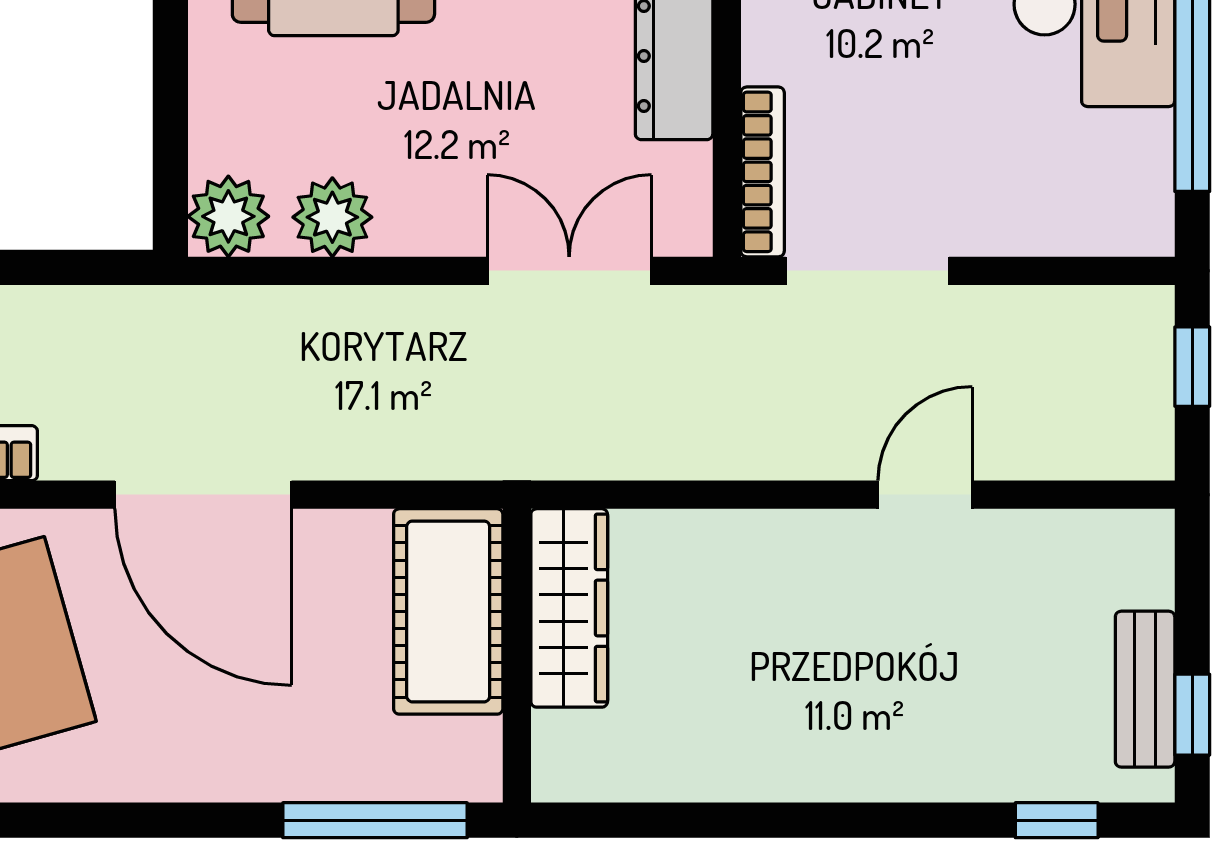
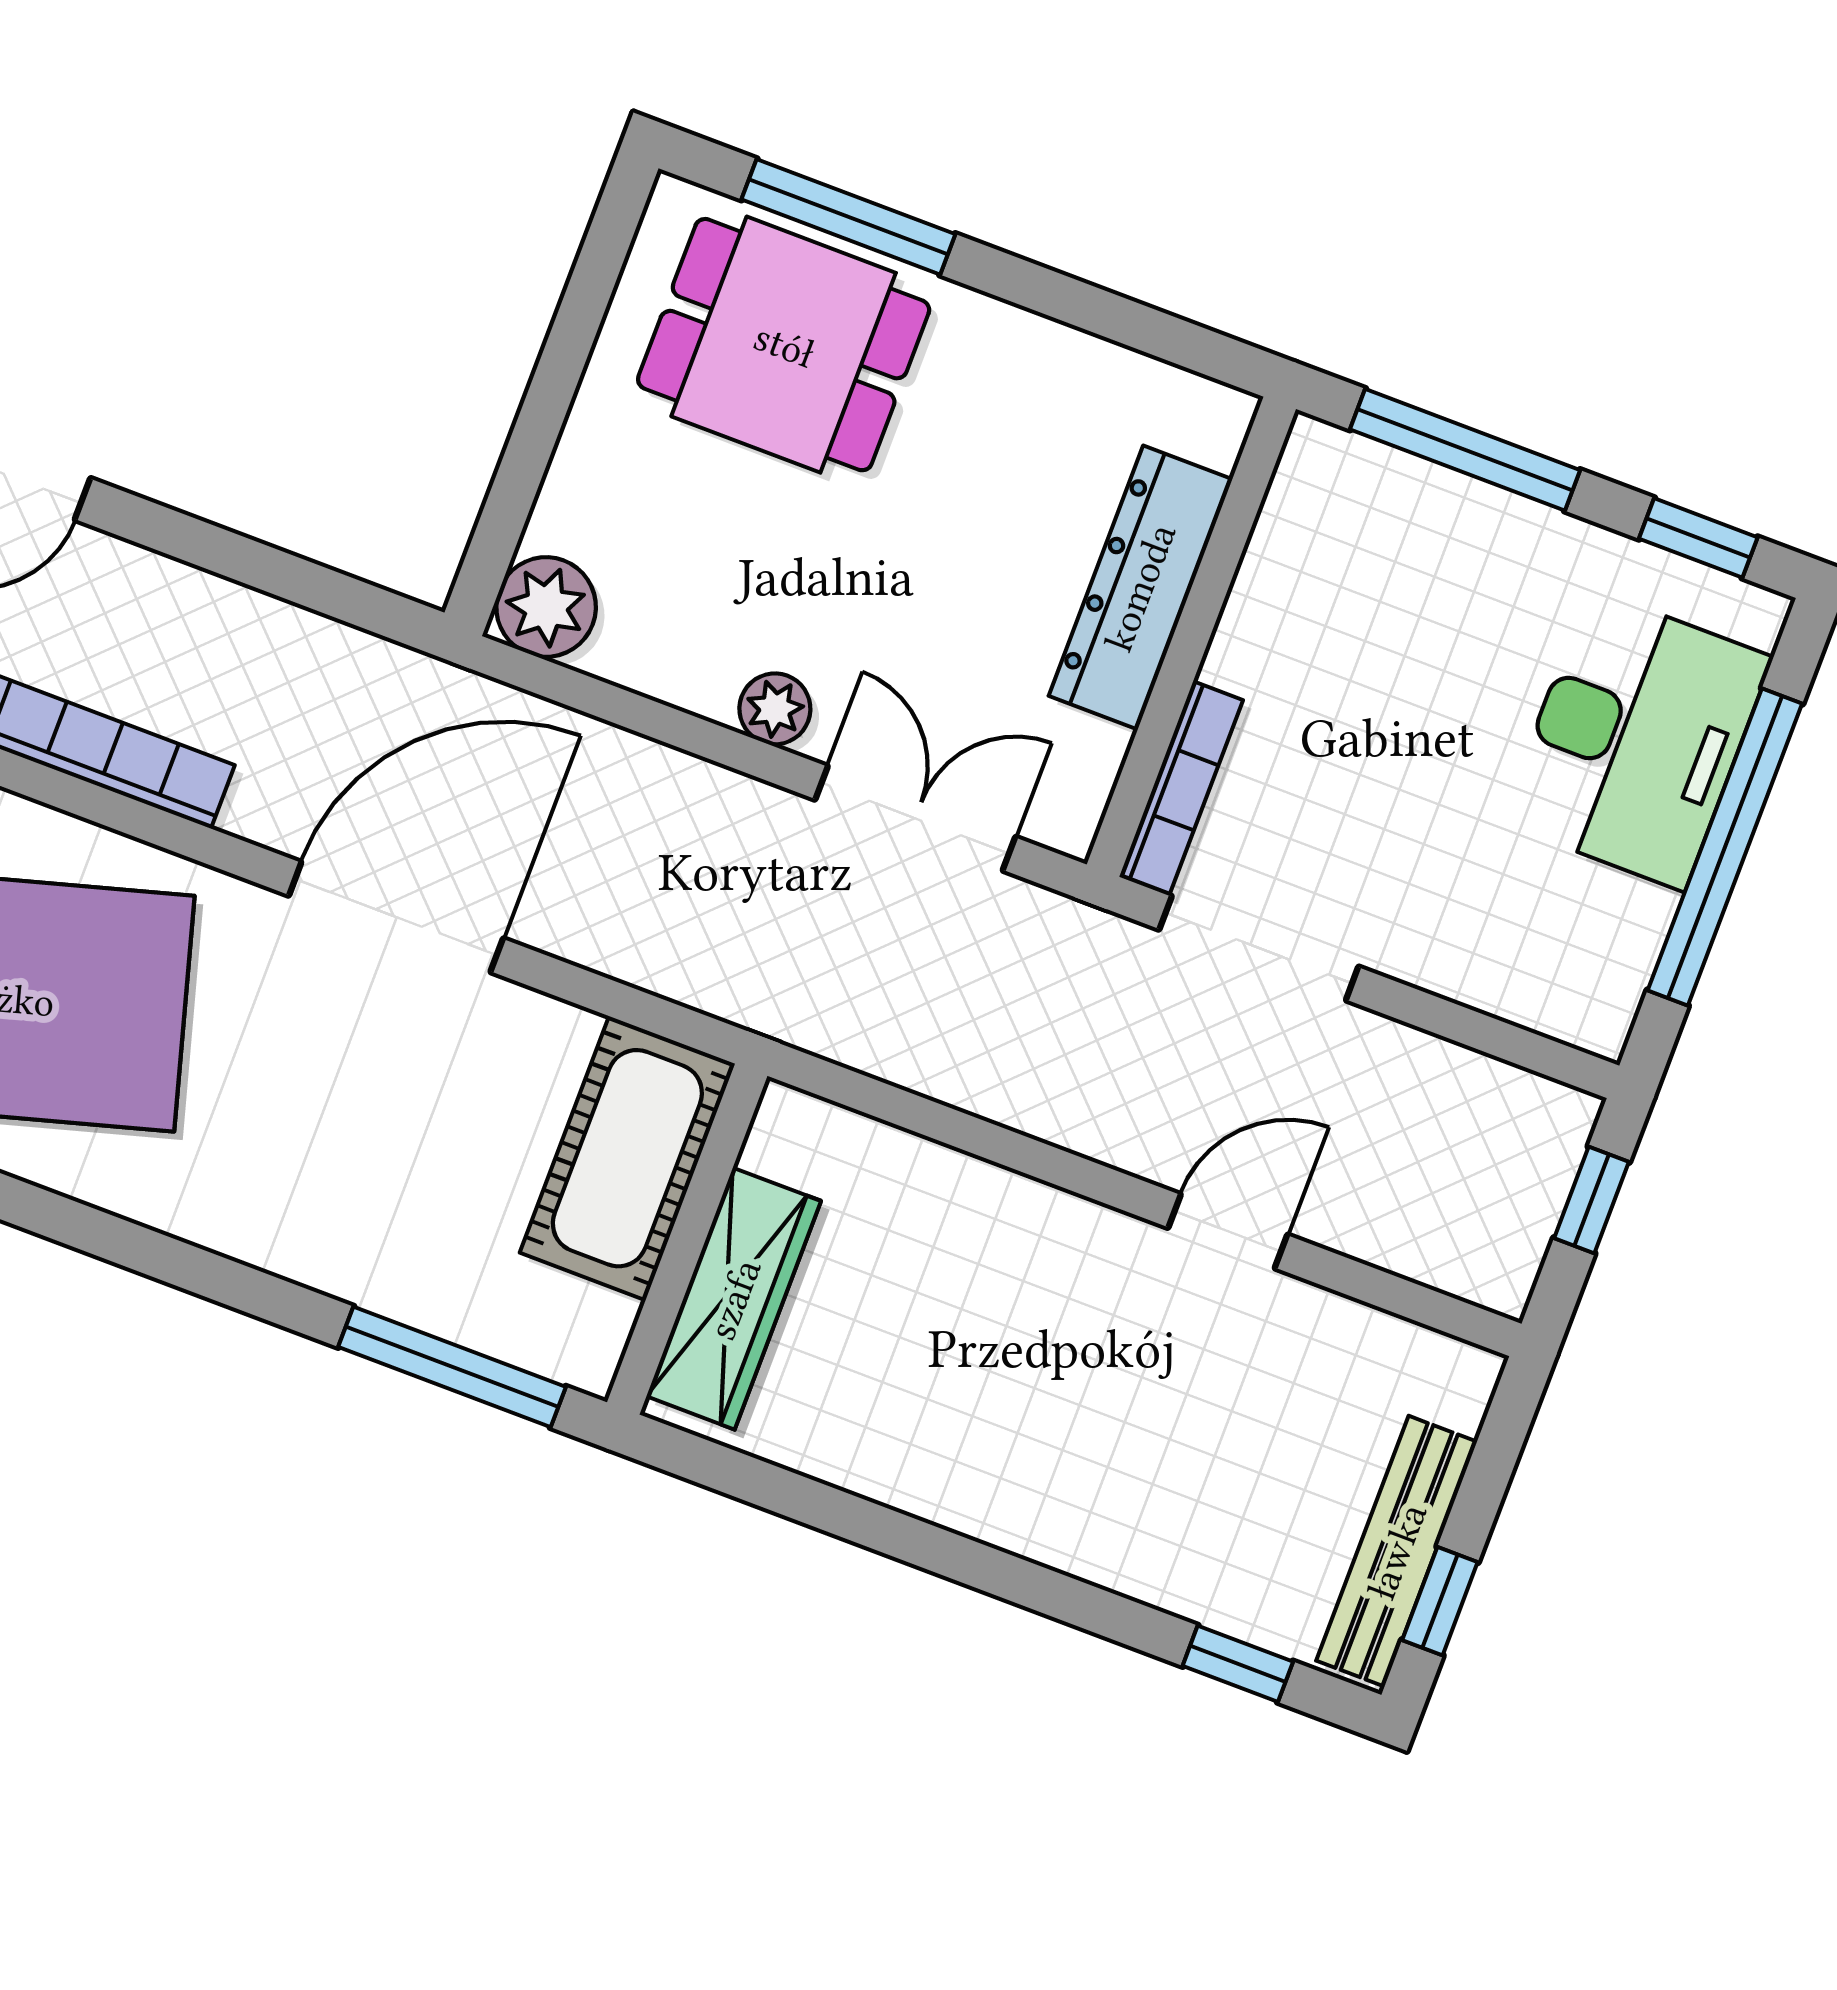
plant: (332, 217) -> (775, 709), moved, width x0.73, depth x0.73
door: (203, 495) -> (396, 917), swing flipped
wardrobe: (569, 608) -> (734, 1299), moved
bench: (1145, 689) -> (1397, 1551), width x1.36

